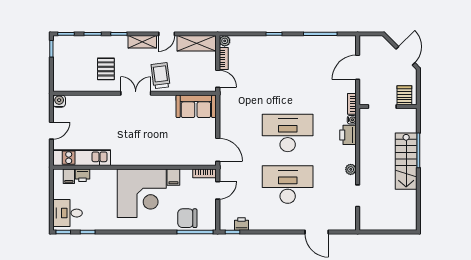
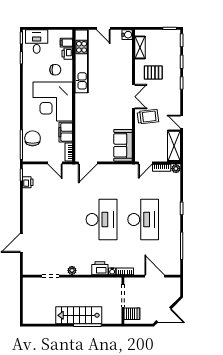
shelving: (142, 42) -> (140, 47), moved
kitchen unit: (82, 158) -> (82, 61), width x1.36
filing cabinet: (173, 177) -> (66, 132), width x2.00
desk: (288, 185) -> (143, 219), moved
chair: (103, 190) -> (55, 70), added

